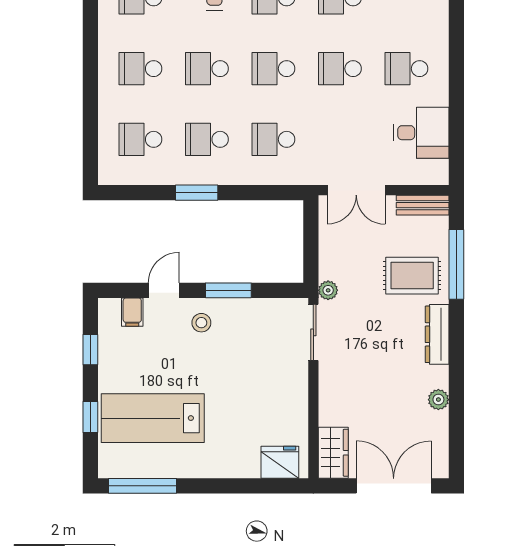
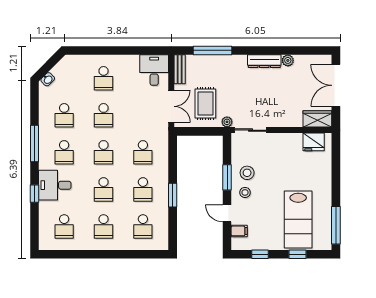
desk: (421, 133) -> (154, 70), moved
rug: (412, 276) -> (205, 103), moved
stool: (237, 326) -> (247, 173), added
dresser: (437, 334) -> (264, 61), moved
fridge: (280, 462) -> (314, 142), moved, turned -90

